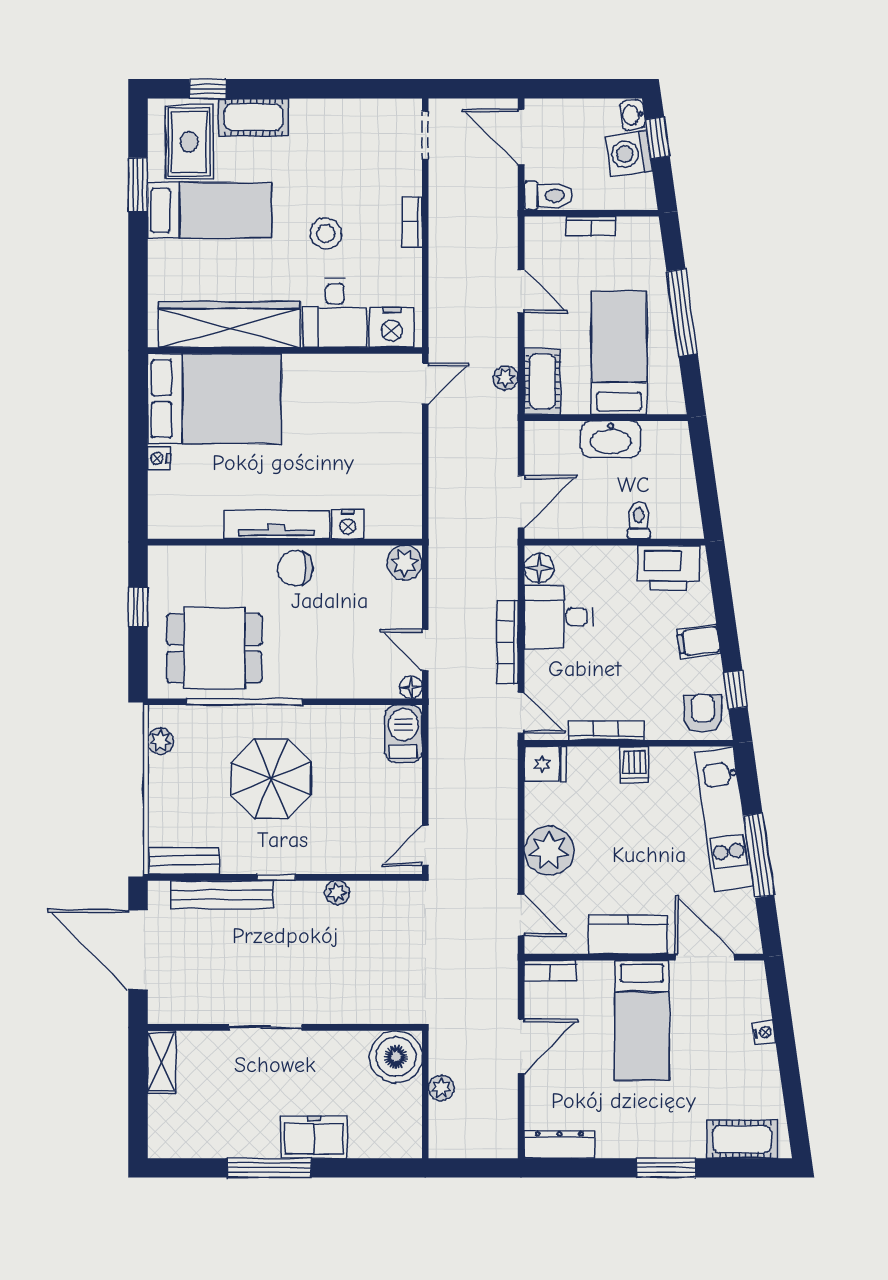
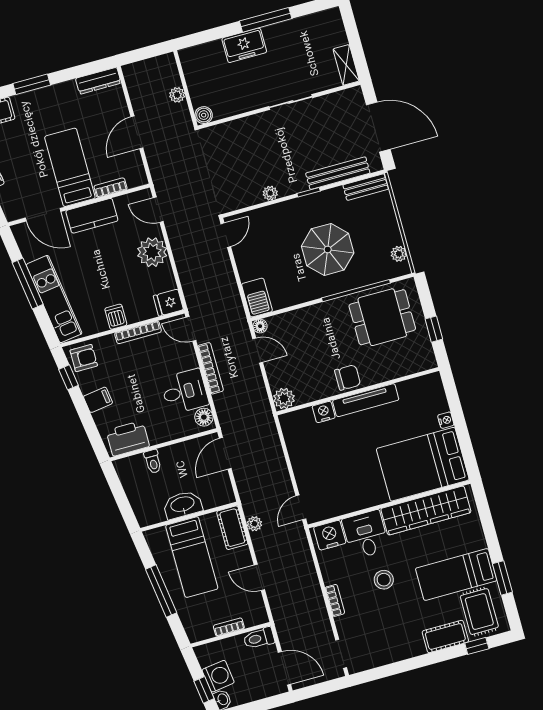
armchair: (703, 713) -> (84, 358), turned -90
bookcase: (550, 971) -> (111, 188), moved
boiler: (396, 1057) -> (204, 115), width x0.54, depth x0.54

